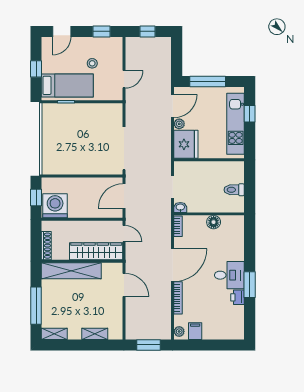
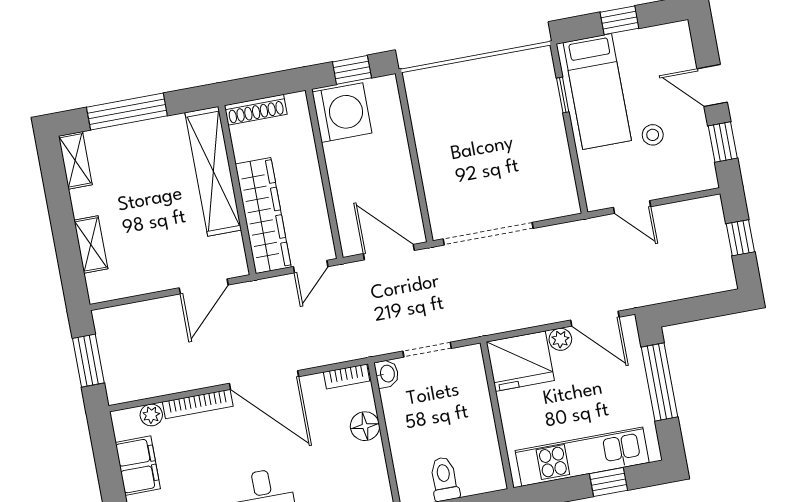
door: (62, 31) -> (712, 86), moved
floor lamp: (214, 222) -> (365, 426), moved
plant: (179, 331) -> (151, 415), moved
filing cabinet: (195, 331) -> (138, 466), width x2.00

